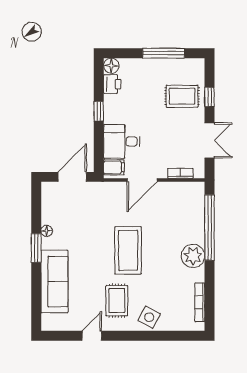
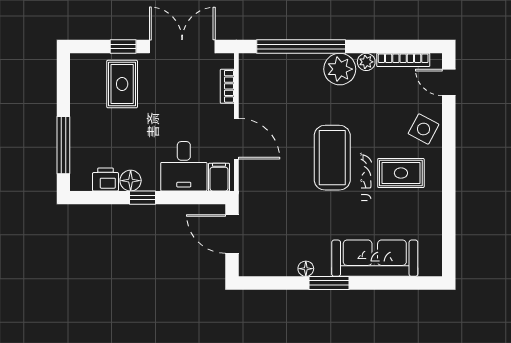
window: (164, 53) -> (63, 145), moved
floor lamp: (111, 66) -> (131, 181), moved
double door: (210, 140) -> (182, 47), width x1.37
coffee table: (128, 250) -> (332, 158), turned 90
plant: (198, 275) -> (366, 62), added
door: (92, 336) -> (449, 82), moved

